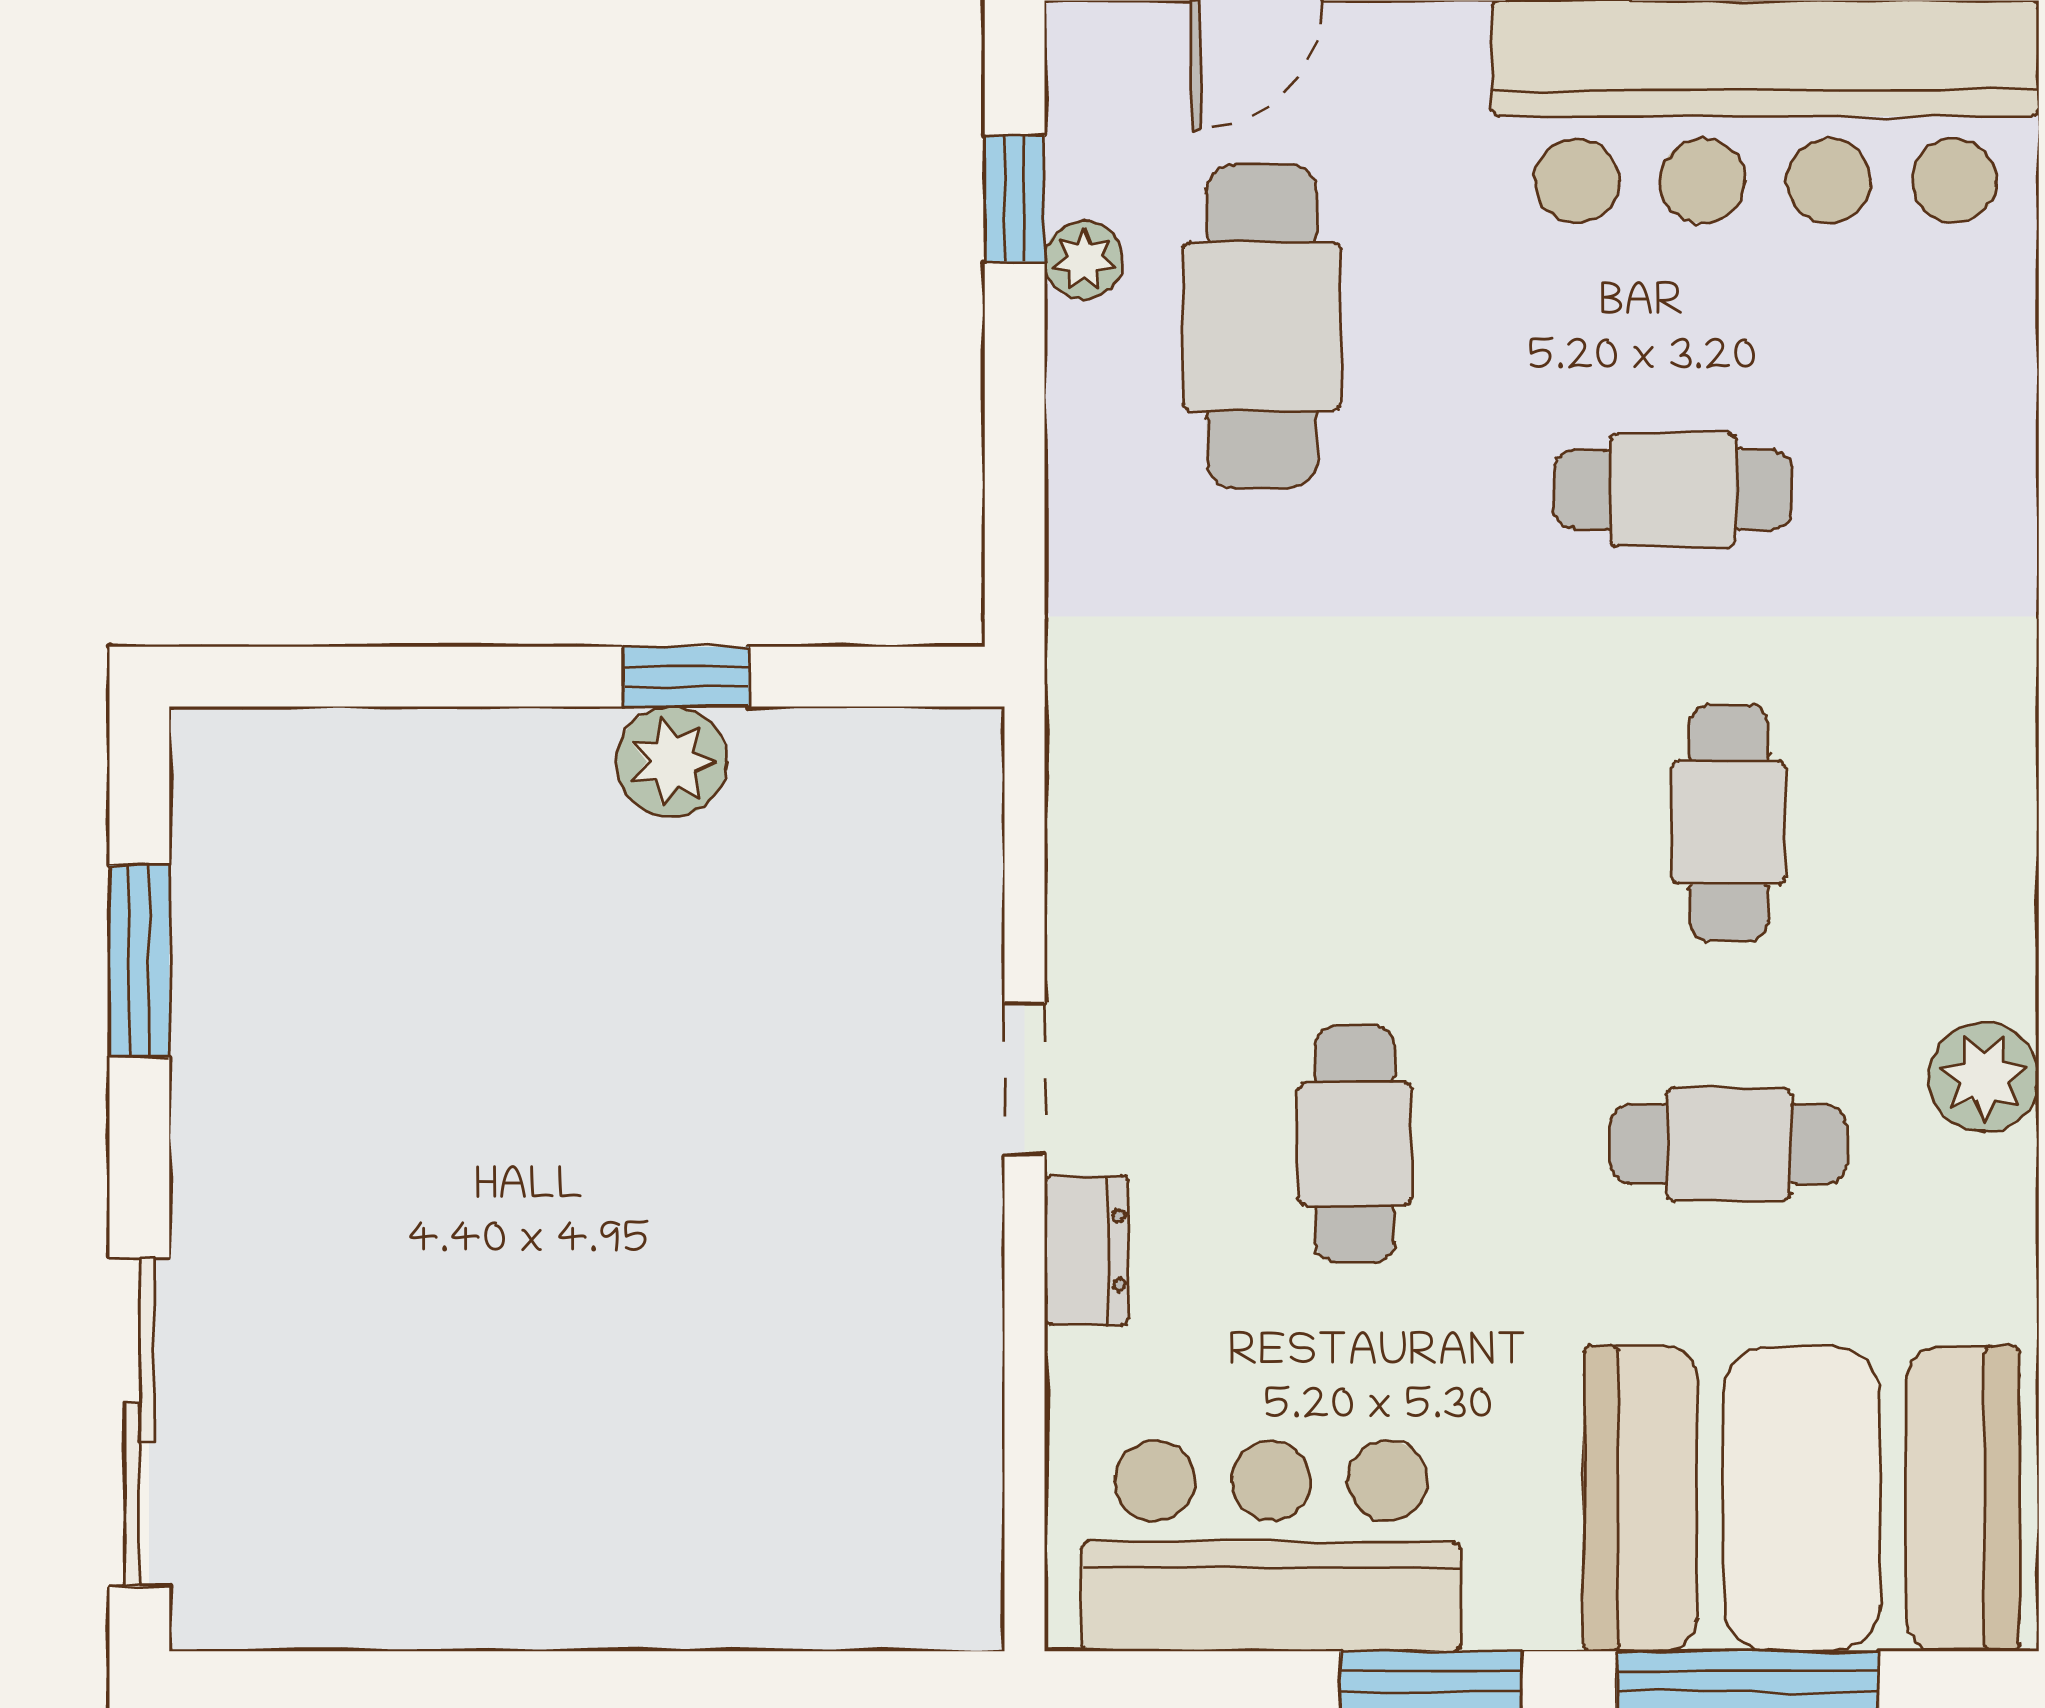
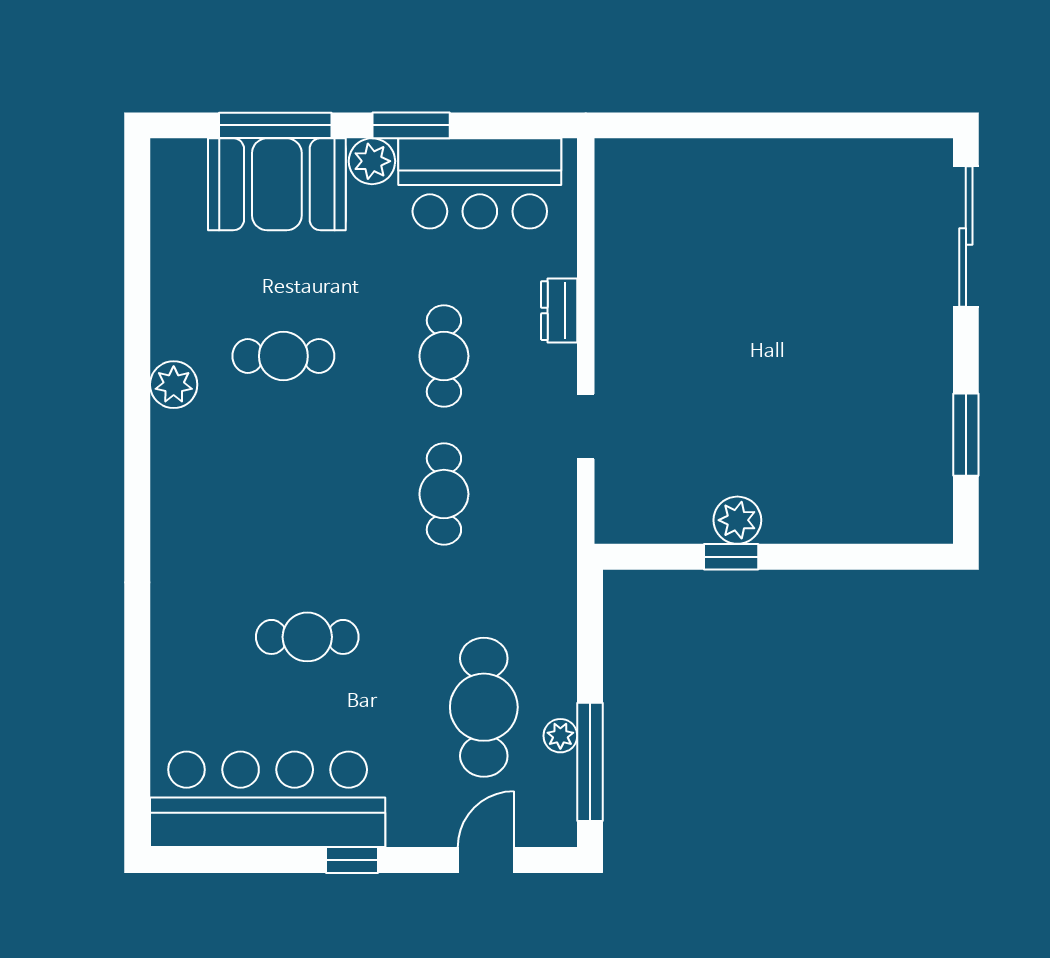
window: (1015, 199) -> (590, 762), width x2.17
cafe table: (1729, 823) -> (444, 494), moved
doorway: (1025, 1079) -> (586, 426), moved
booth: (1802, 1499) -> (277, 184), width x0.73, depth x0.70
plant: (1522, 1598) -> (372, 161), added

